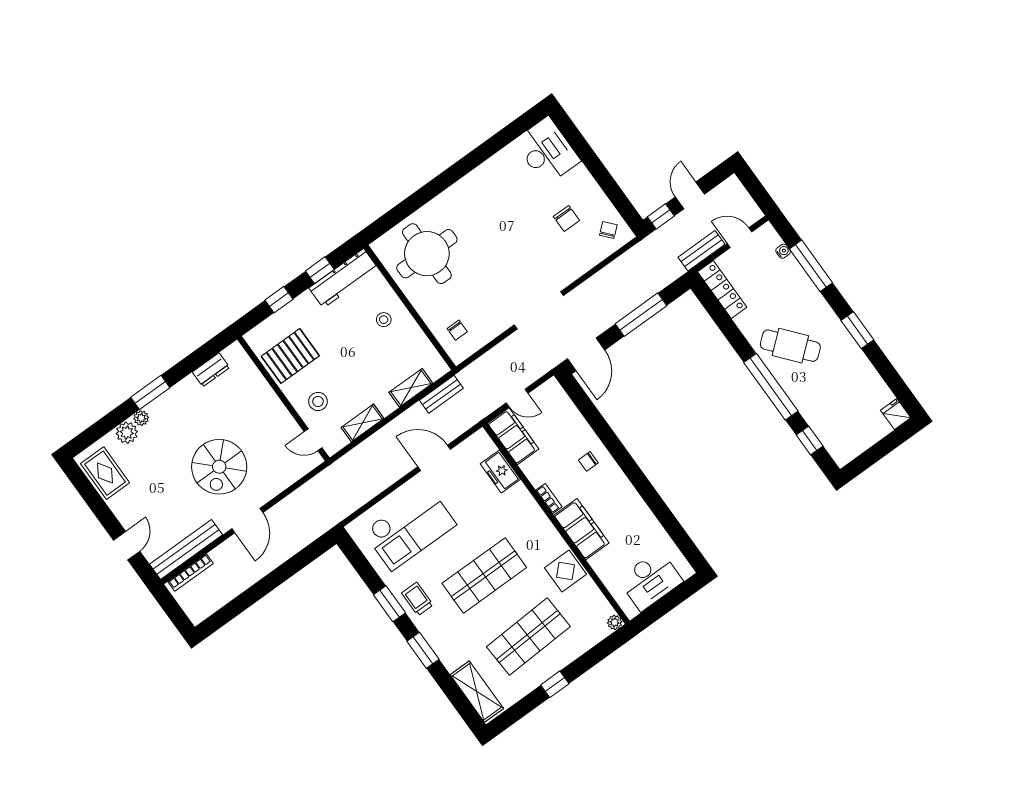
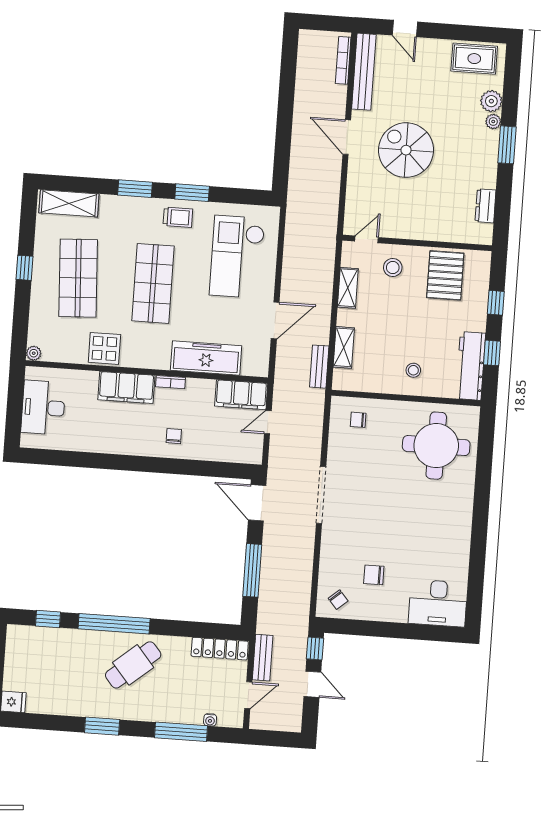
freezer: (500, 472) -> (206, 358), width x1.91, depth x1.26

